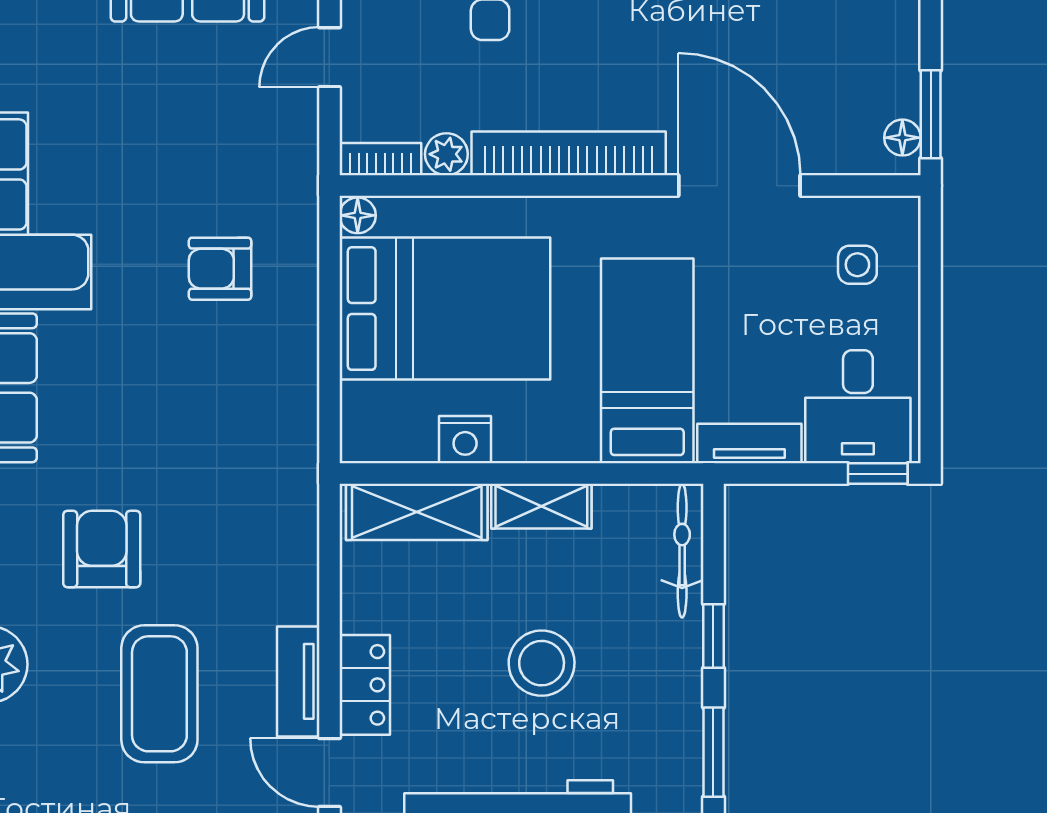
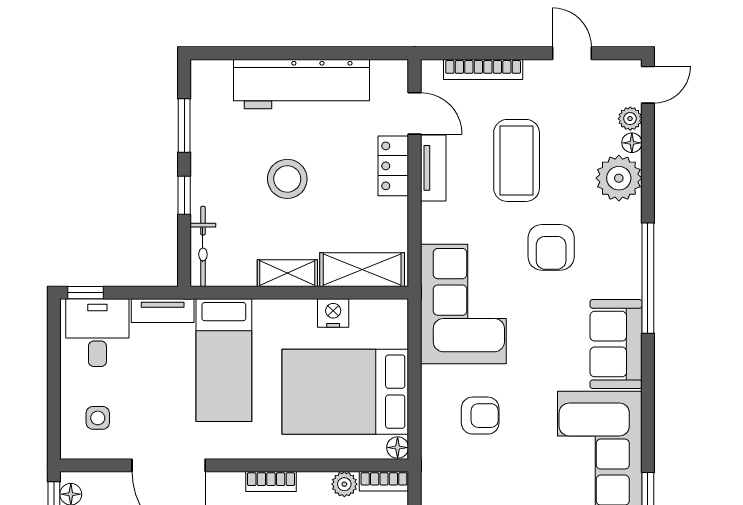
bookcase: (569, 153) -> (271, 482), width x0.43, depth x0.76
corner sofa: (248, 455) -> (463, 304), added

